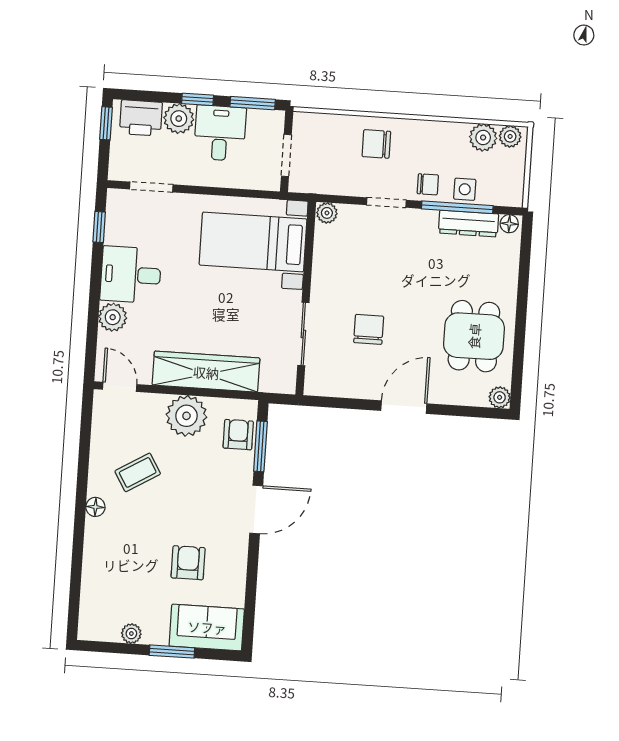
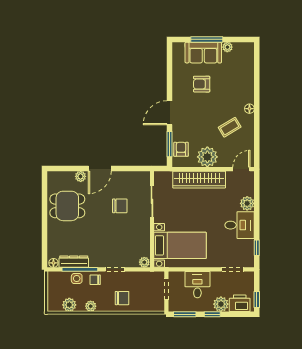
desk: (220, 133) -> (197, 285), moved, turned 180
plant: (510, 136) -> (91, 306), moved
chair: (369, 329) -> (120, 206), turned -90
dining table: (474, 336) -> (67, 206), turned 90
door: (120, 387) -> (241, 169), swing flipped
plant: (500, 397) -> (81, 176), moved
armchair: (238, 435) -> (181, 149), turned 180
armchair: (188, 563) -> (202, 84), turned 90
sofa: (207, 627) -> (203, 53), moved
window: (172, 652) -> (207, 39), width x1.44

